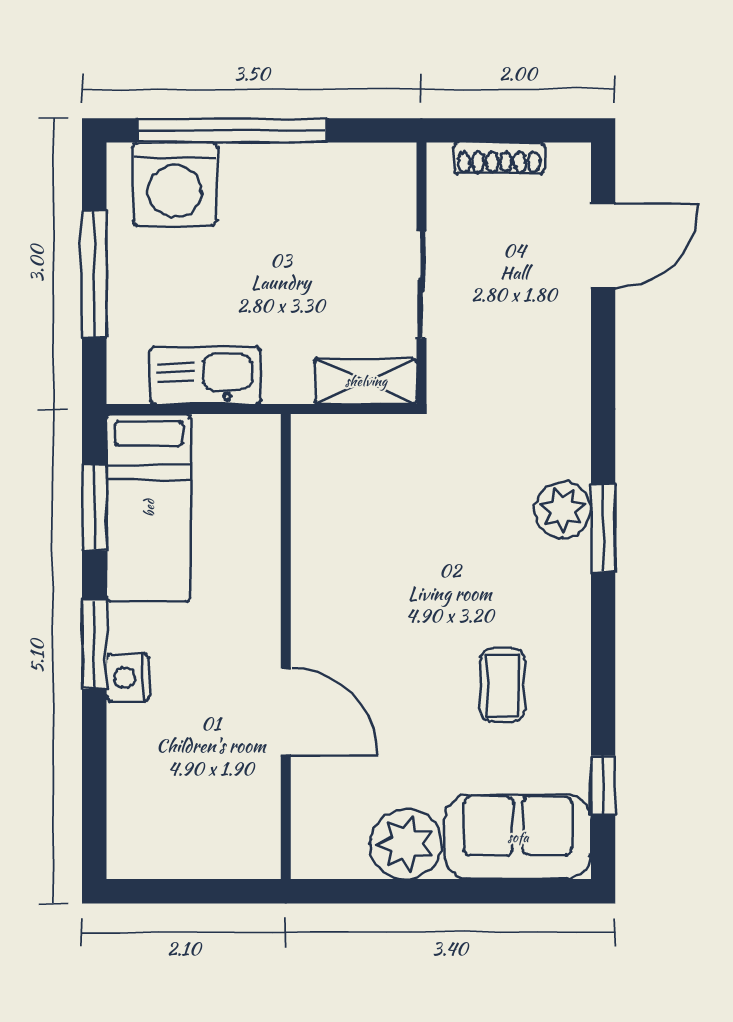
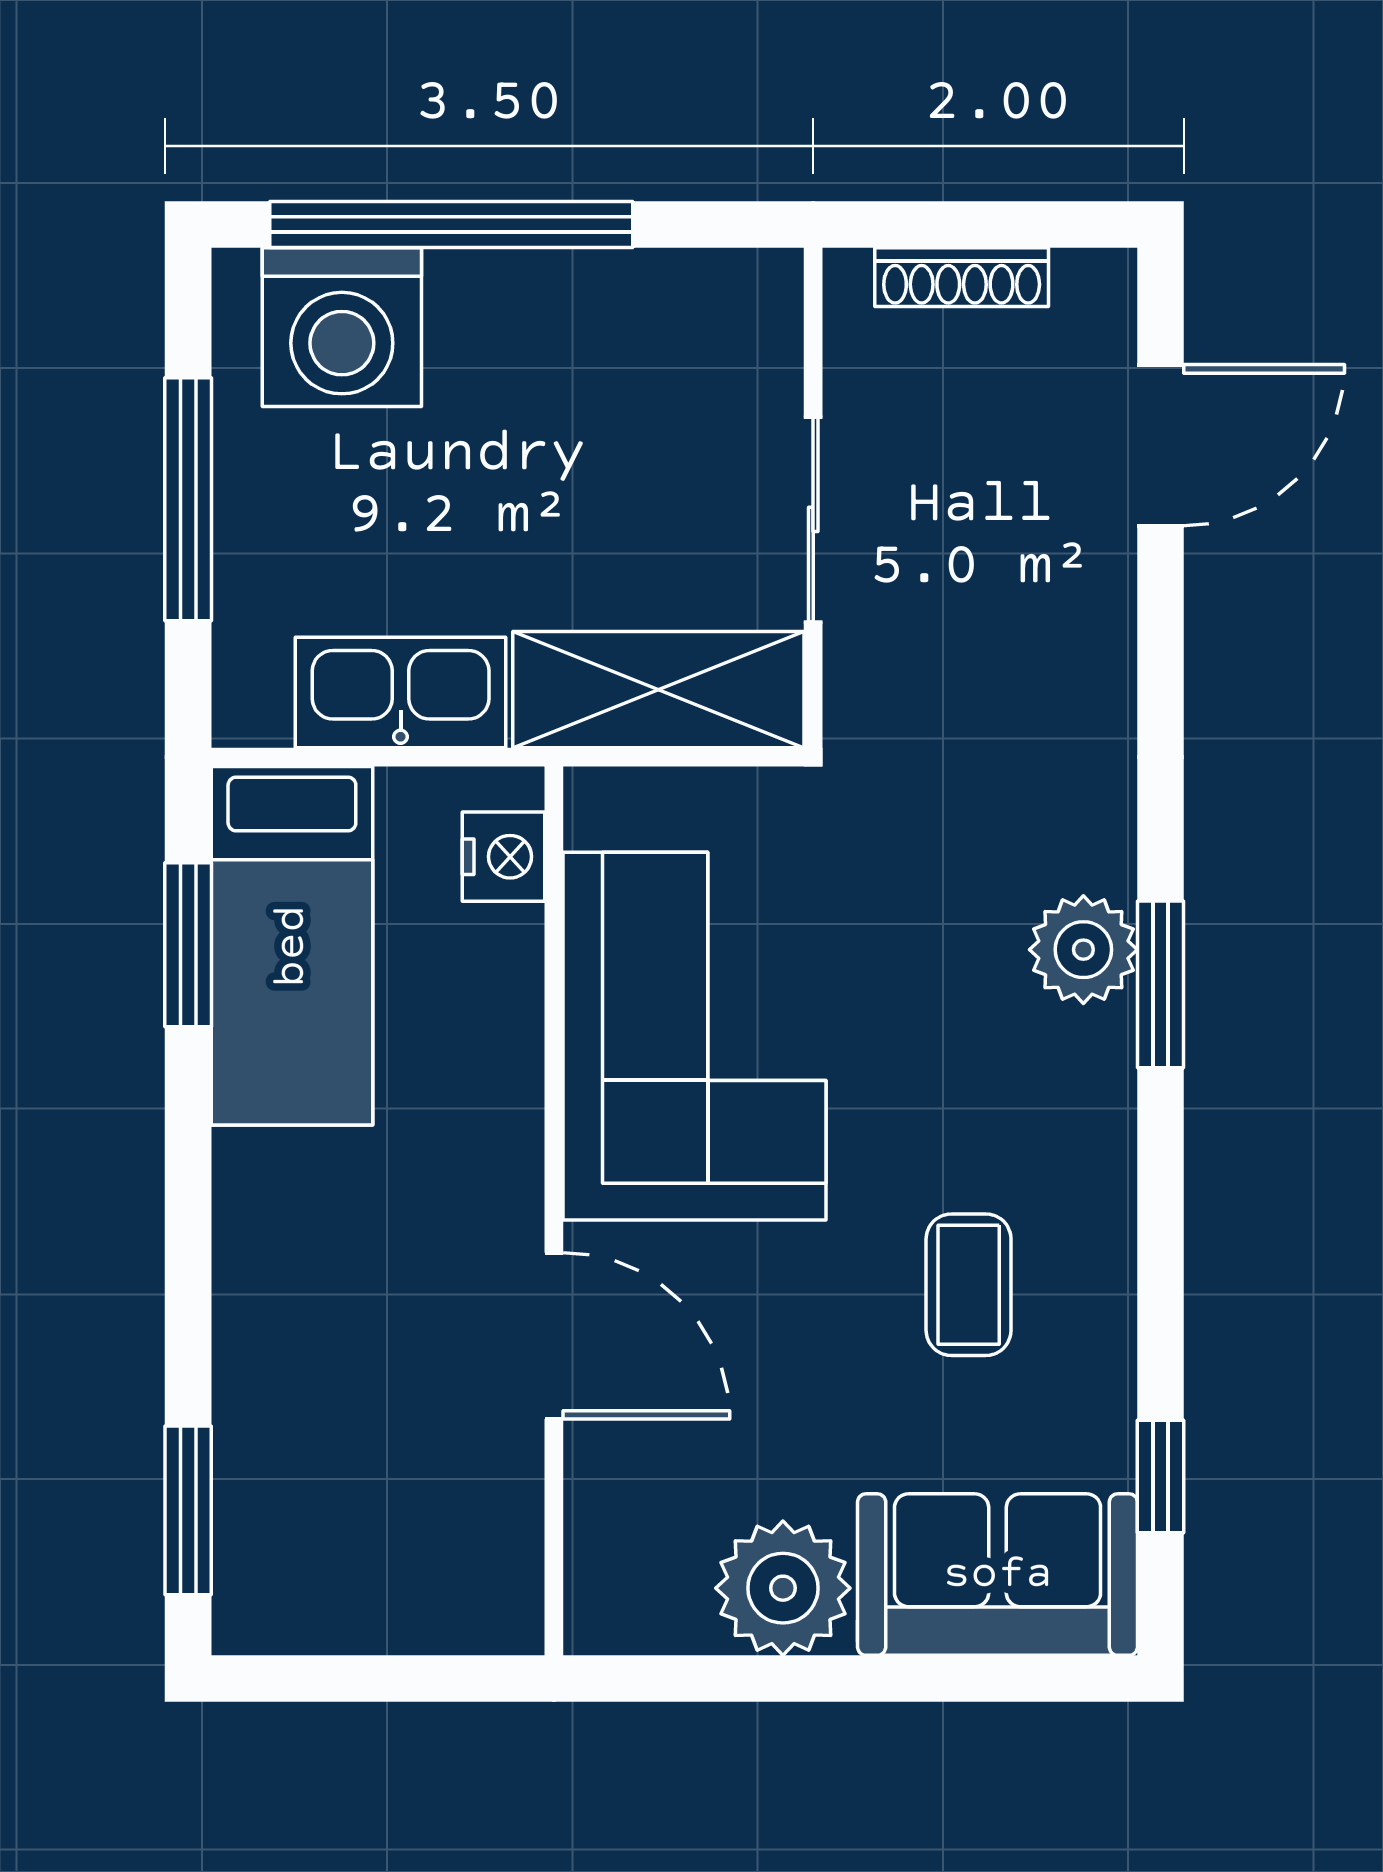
shelving: (366, 381) -> (658, 690), width x1.50, depth x1.33
corner sofa: (359, 555) -> (694, 1036), added
window: (94, 645) -> (188, 1510), moved
nightstand: (128, 678) -> (503, 857), moved, turned 180

